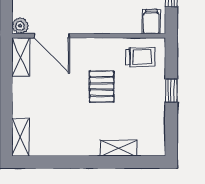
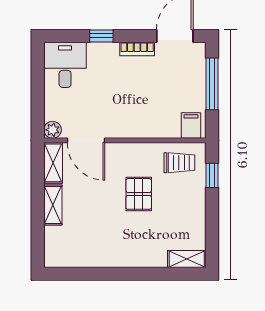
window: (171, 91) -> (212, 175), moved
shelving: (20, 137) -> (53, 205), moved
shelving: (119, 148) -> (187, 259), moved

